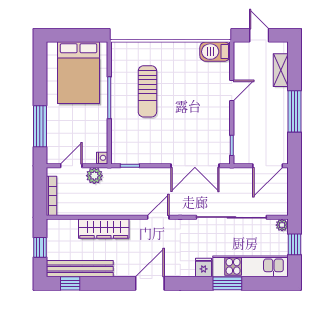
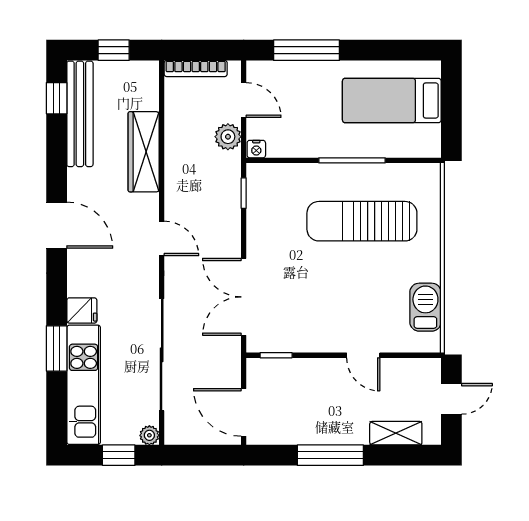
barbecue: (215, 52) -> (425, 307), moved
bed: (79, 73) -> (392, 100), width x0.67
sun lounger: (147, 91) -> (362, 221), width x1.36, depth x1.34

